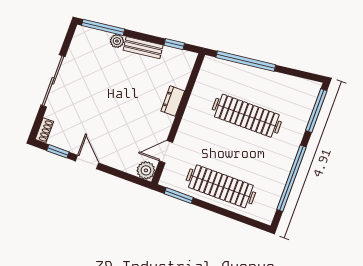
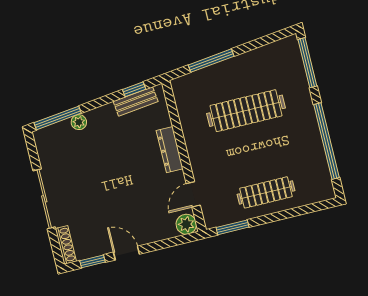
bench: (143, 48) -> (136, 101), moved
window: (246, 61) -> (211, 61), width x0.68
dresser: (173, 101) -> (170, 150), width x1.44
shoe rack: (44, 130) -> (66, 245), width x1.43
clothes rail: (221, 186) -> (266, 192), width x0.73, depth x0.76

